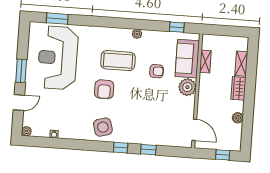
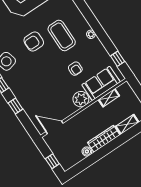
wardrobe: (238, 88) -> (104, 139), width x1.50
door: (194, 130) -> (54, 127), swing flipped

